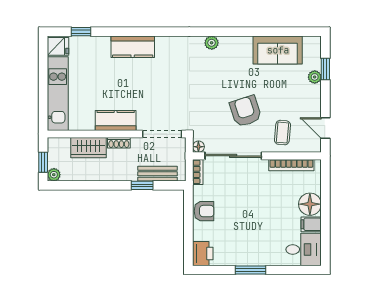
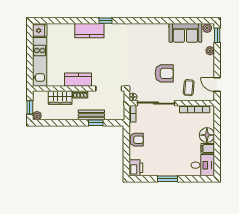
window: (81, 32) -> (105, 21), moved
plant: (212, 43) -> (207, 28), moved
window: (325, 69) -> (217, 35), moved
armchair: (246, 111) -> (164, 73), turned 108
bench: (158, 174) -> (91, 115), moved

